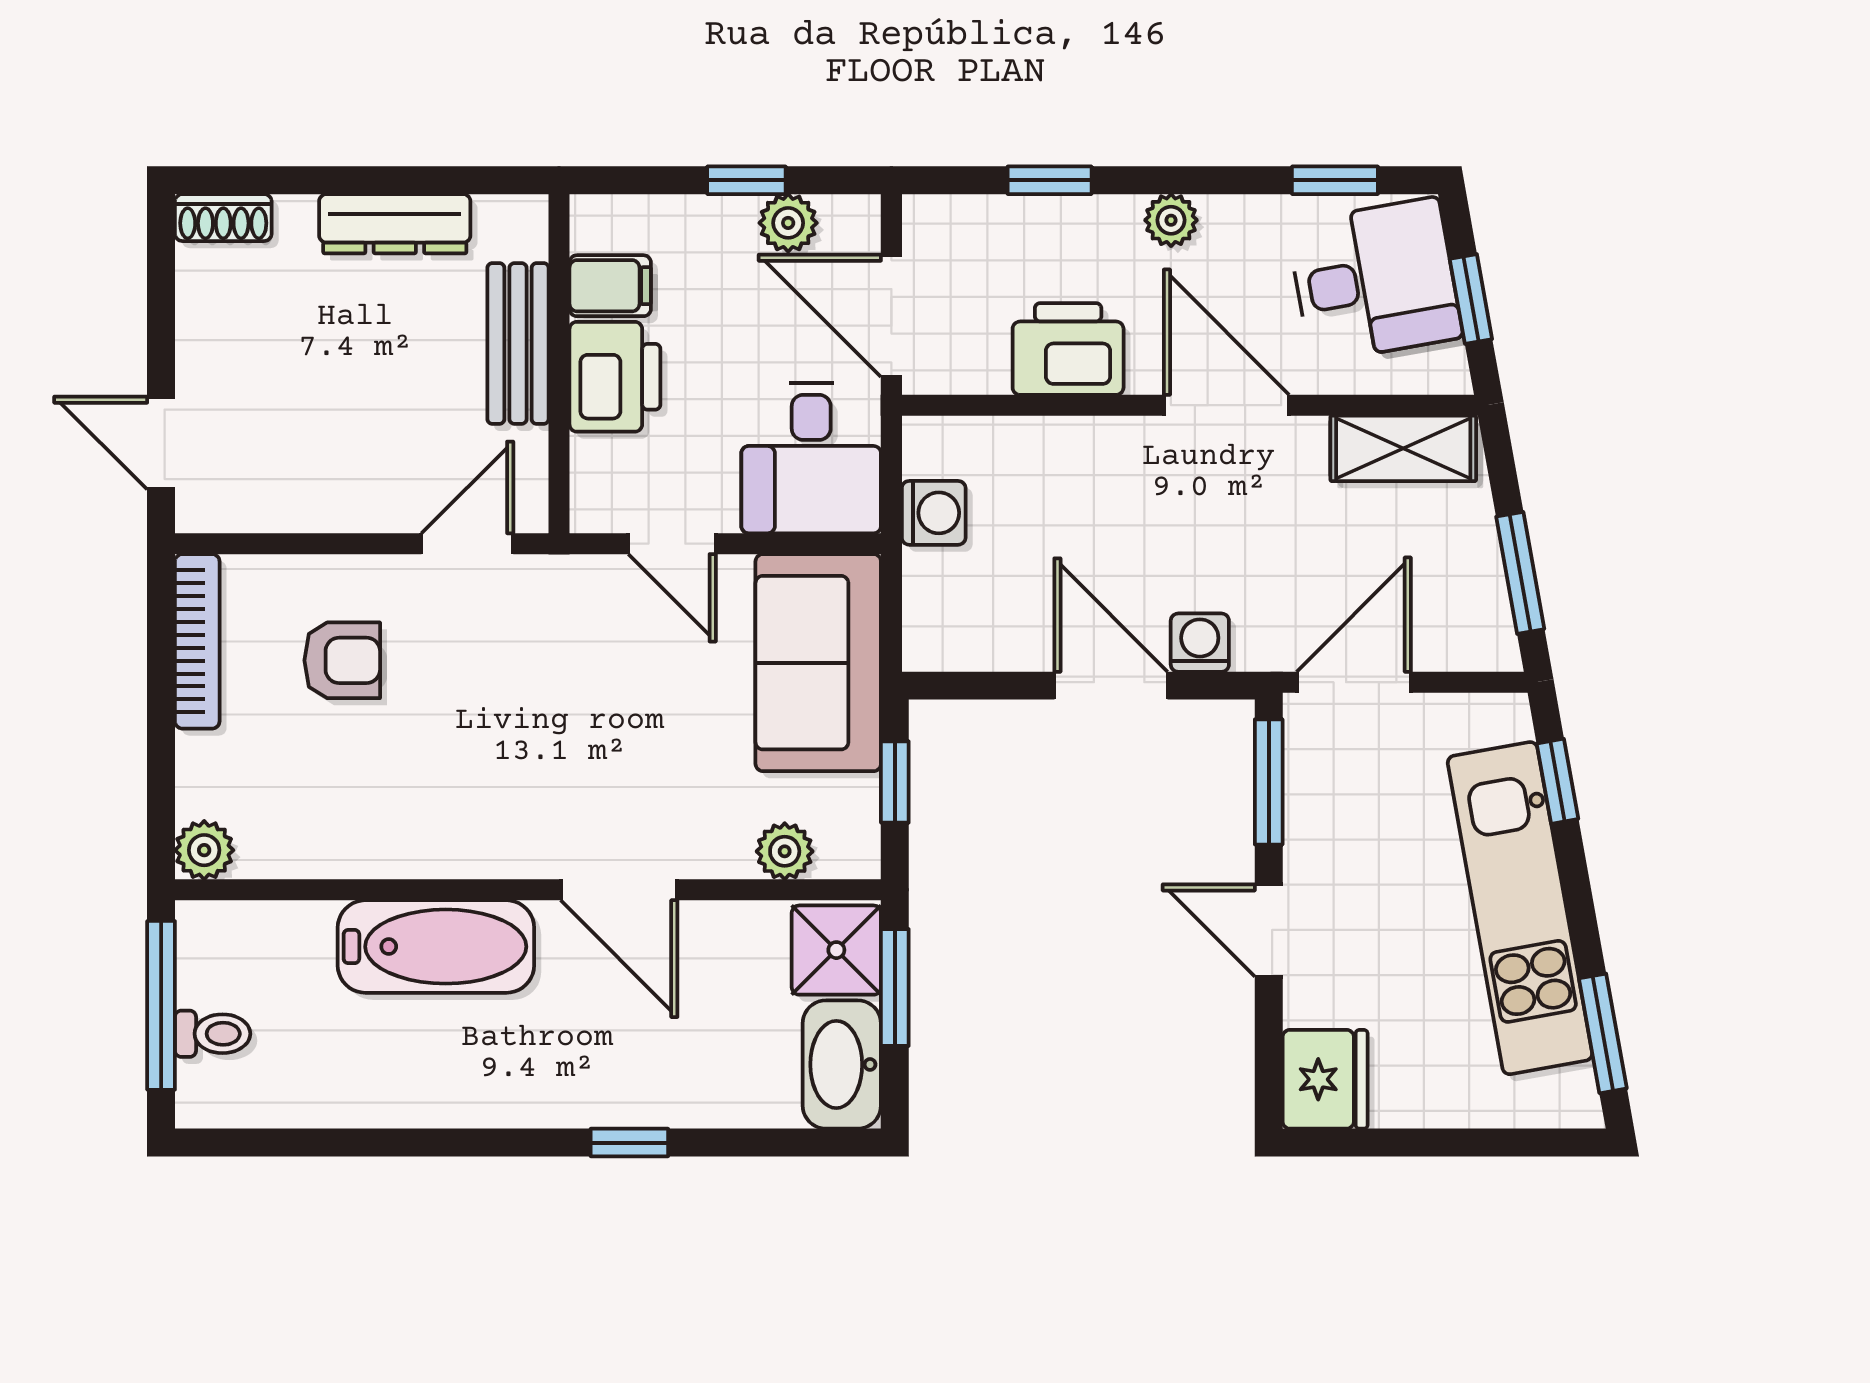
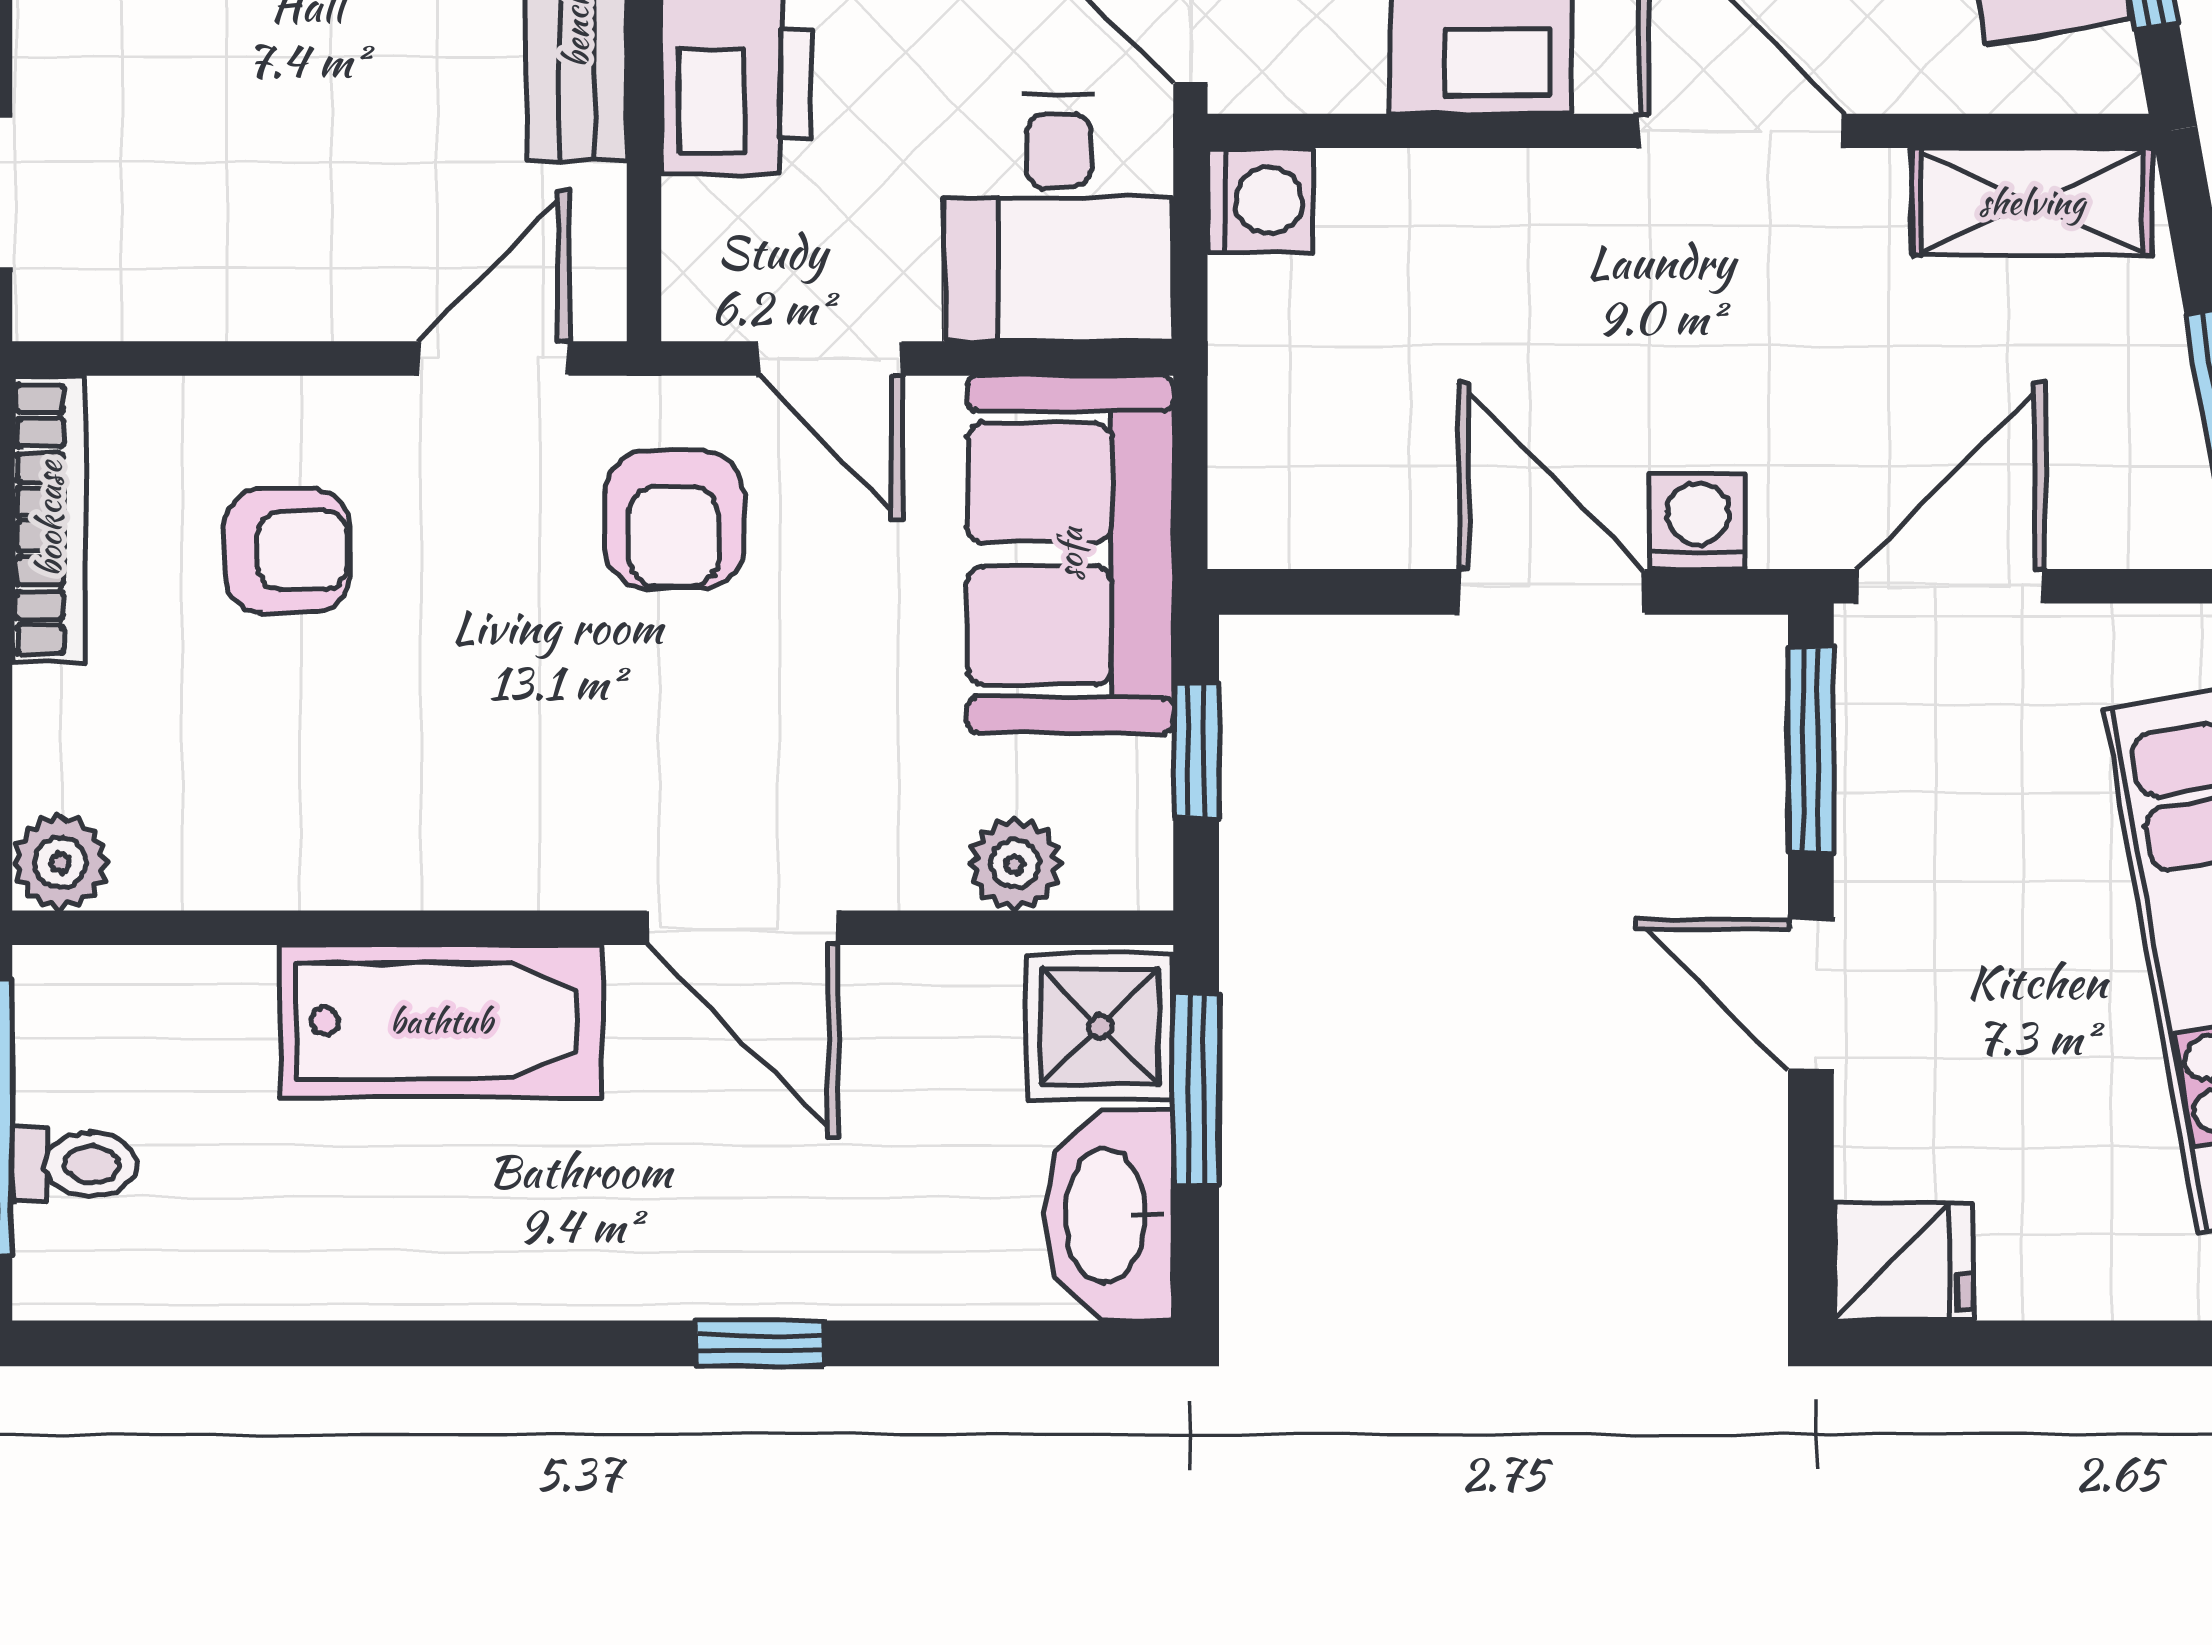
washing machine: (934, 513) -> (1260, 200), moved
armchair: (577, 642) -> (674, 520), added
fridge: (1325, 1079) -> (1904, 1262), width x0.72

